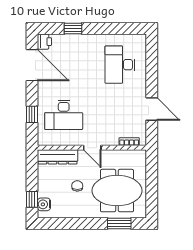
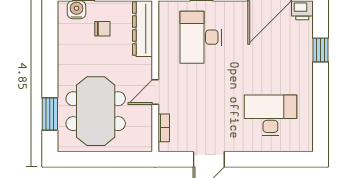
door: (92, 148) -> (155, 92), moved
chair: (77, 186) -> (102, 29), moved

